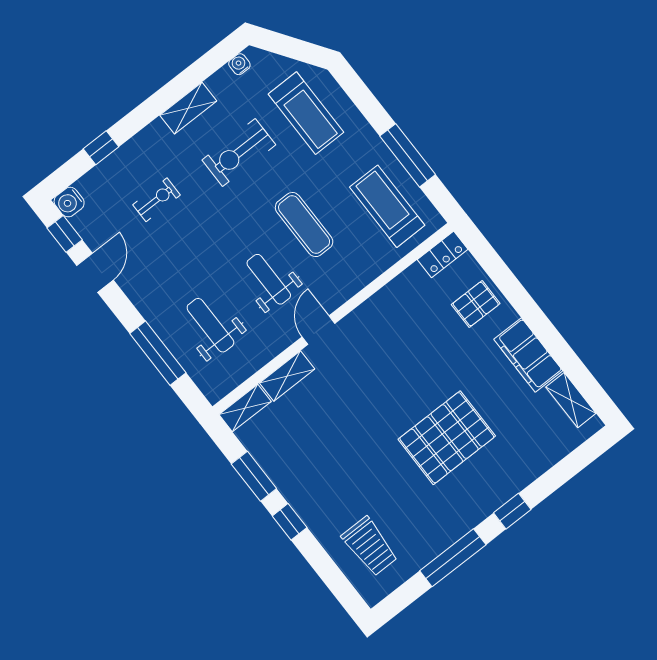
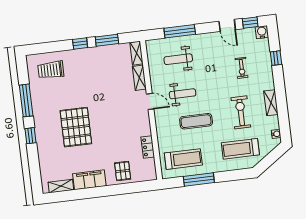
locker: (443, 254) -> (148, 147), moved
weight bench: (210, 325) -> (178, 59), turned 180

